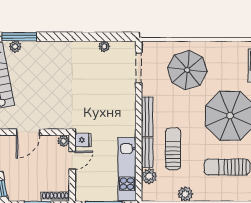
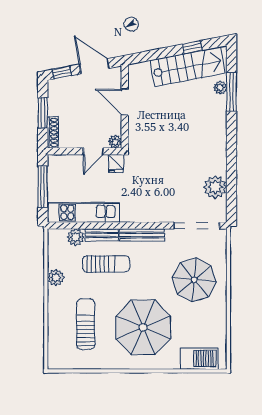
plant: (104, 46) -> (215, 187), width x1.87, depth x1.87
doorway: (139, 68) -> (197, 226), width x1.36
door: (72, 160) -> (93, 151), hinge flipped

